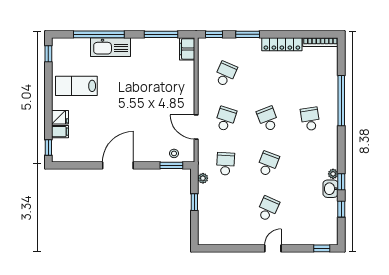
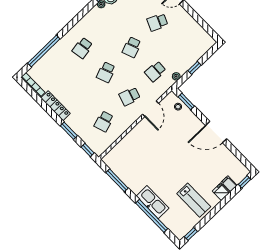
filing cabinet: (187, 49) -> (111, 157), removed
school desk: (225, 74) -> (104, 121), turned -42
window: (341, 101) -> (44, 51), moved
school desk: (268, 164) -> (132, 47), turned -42

